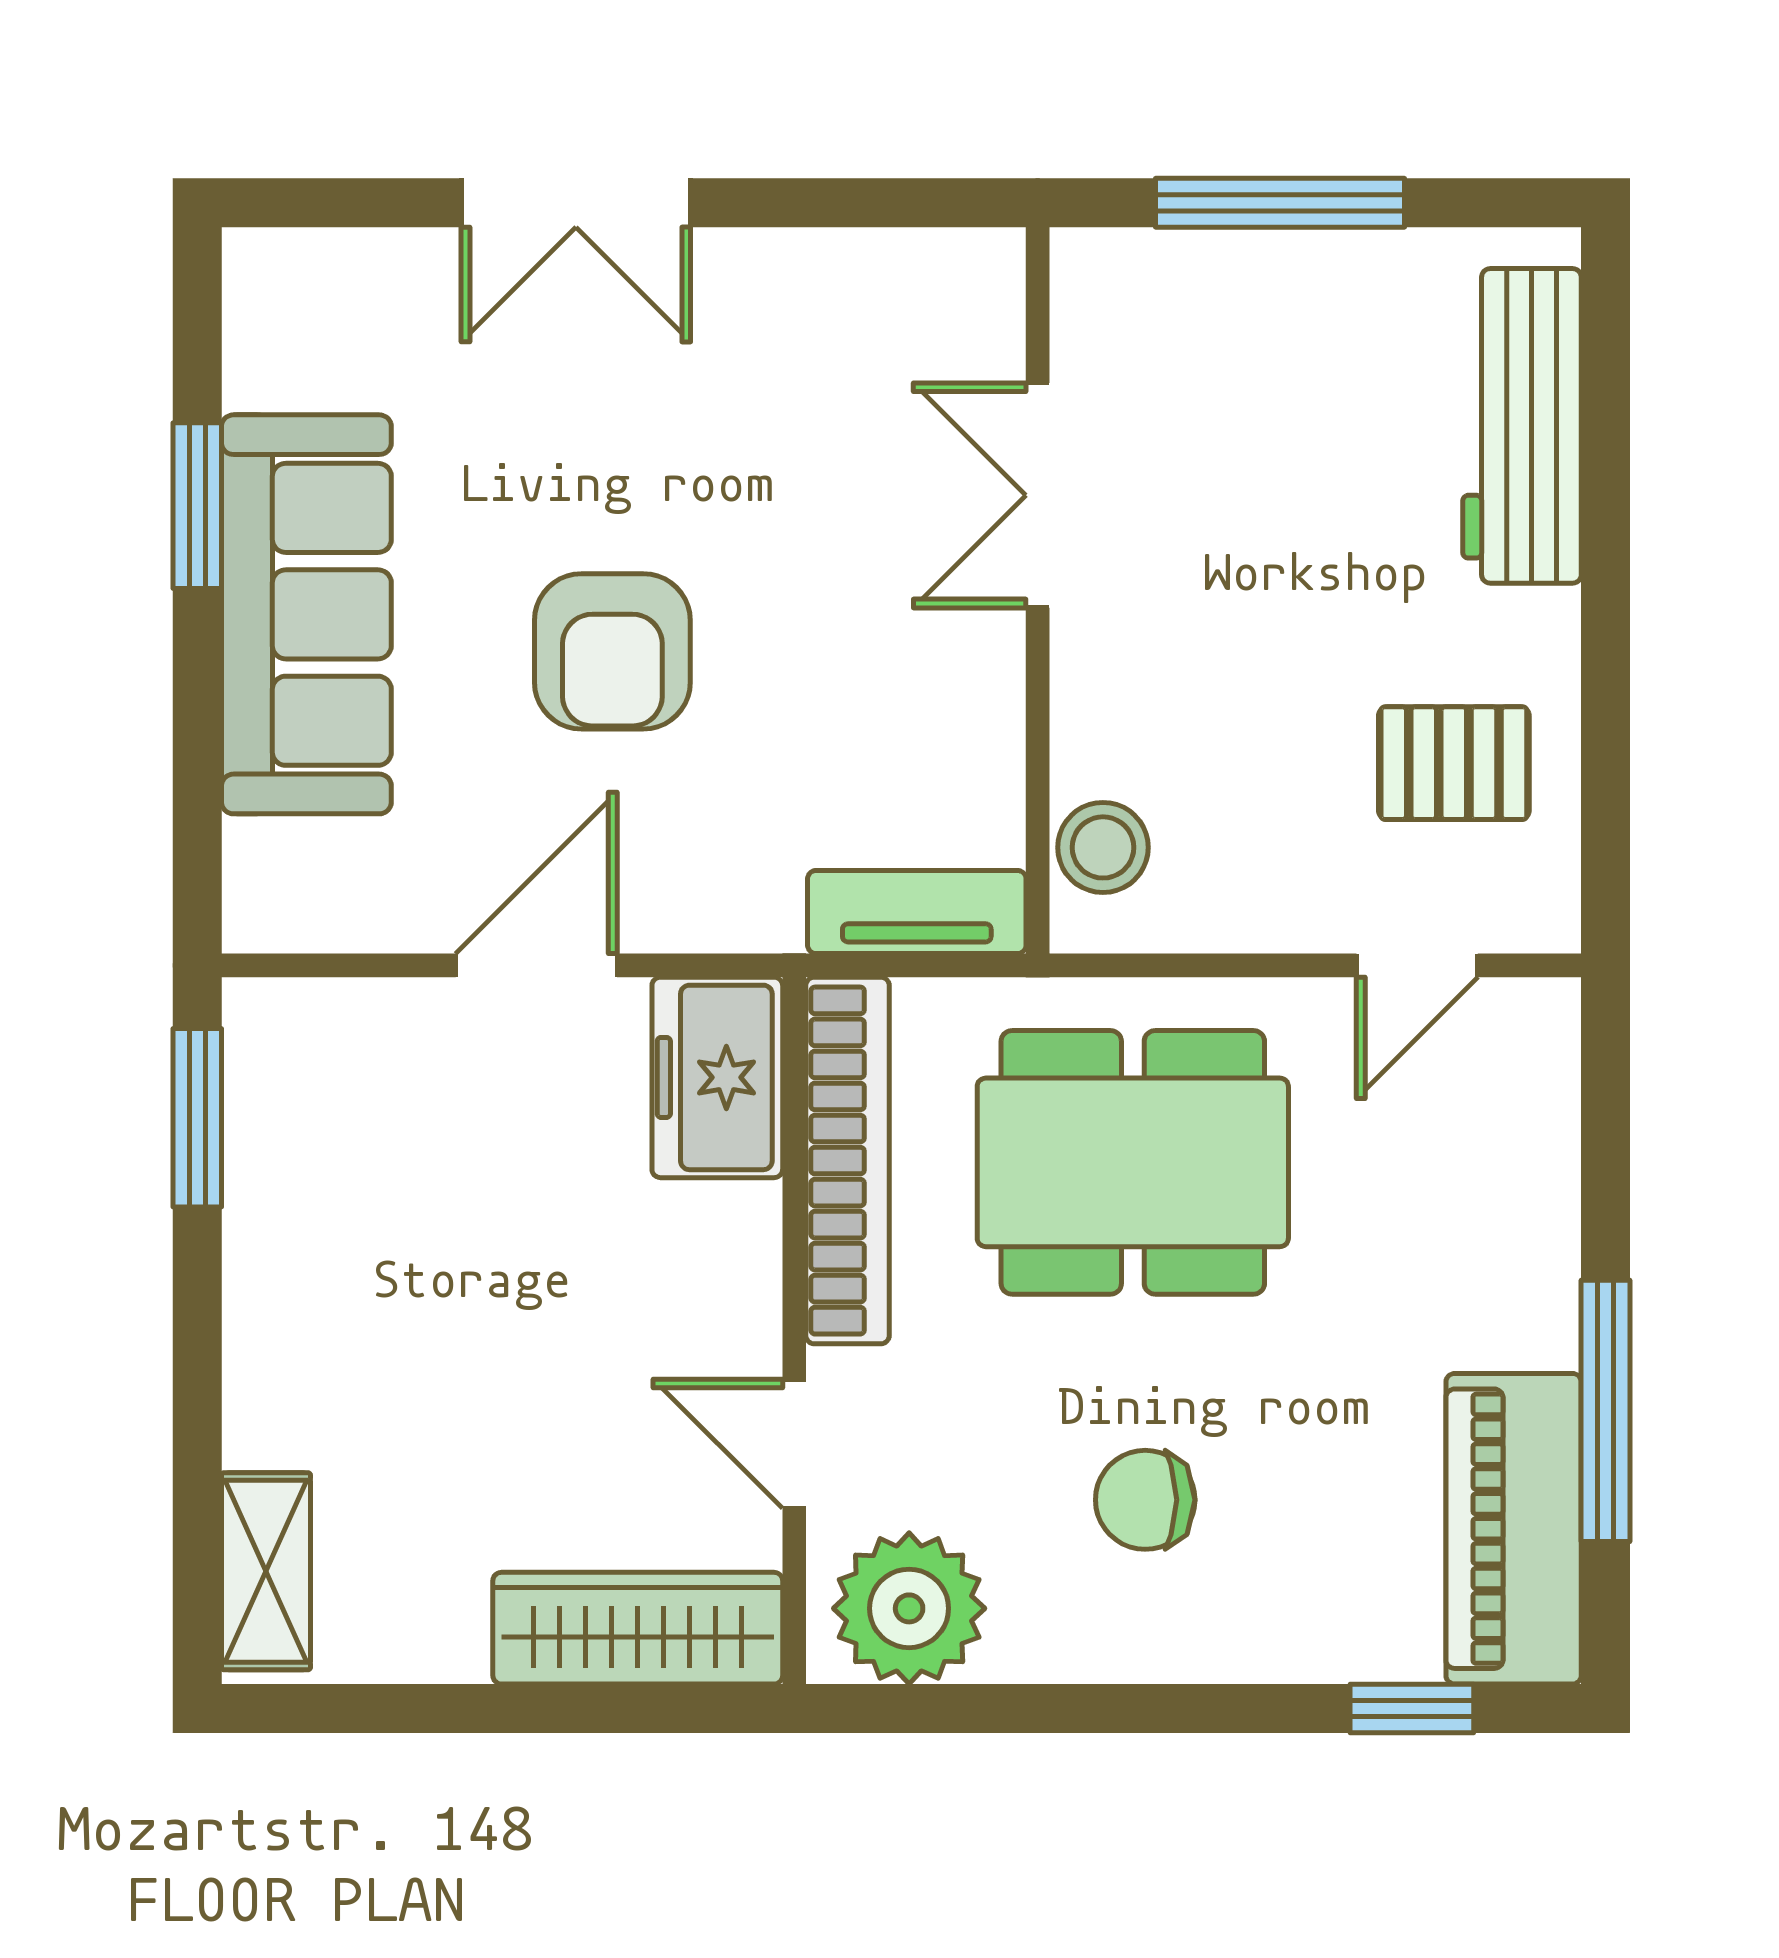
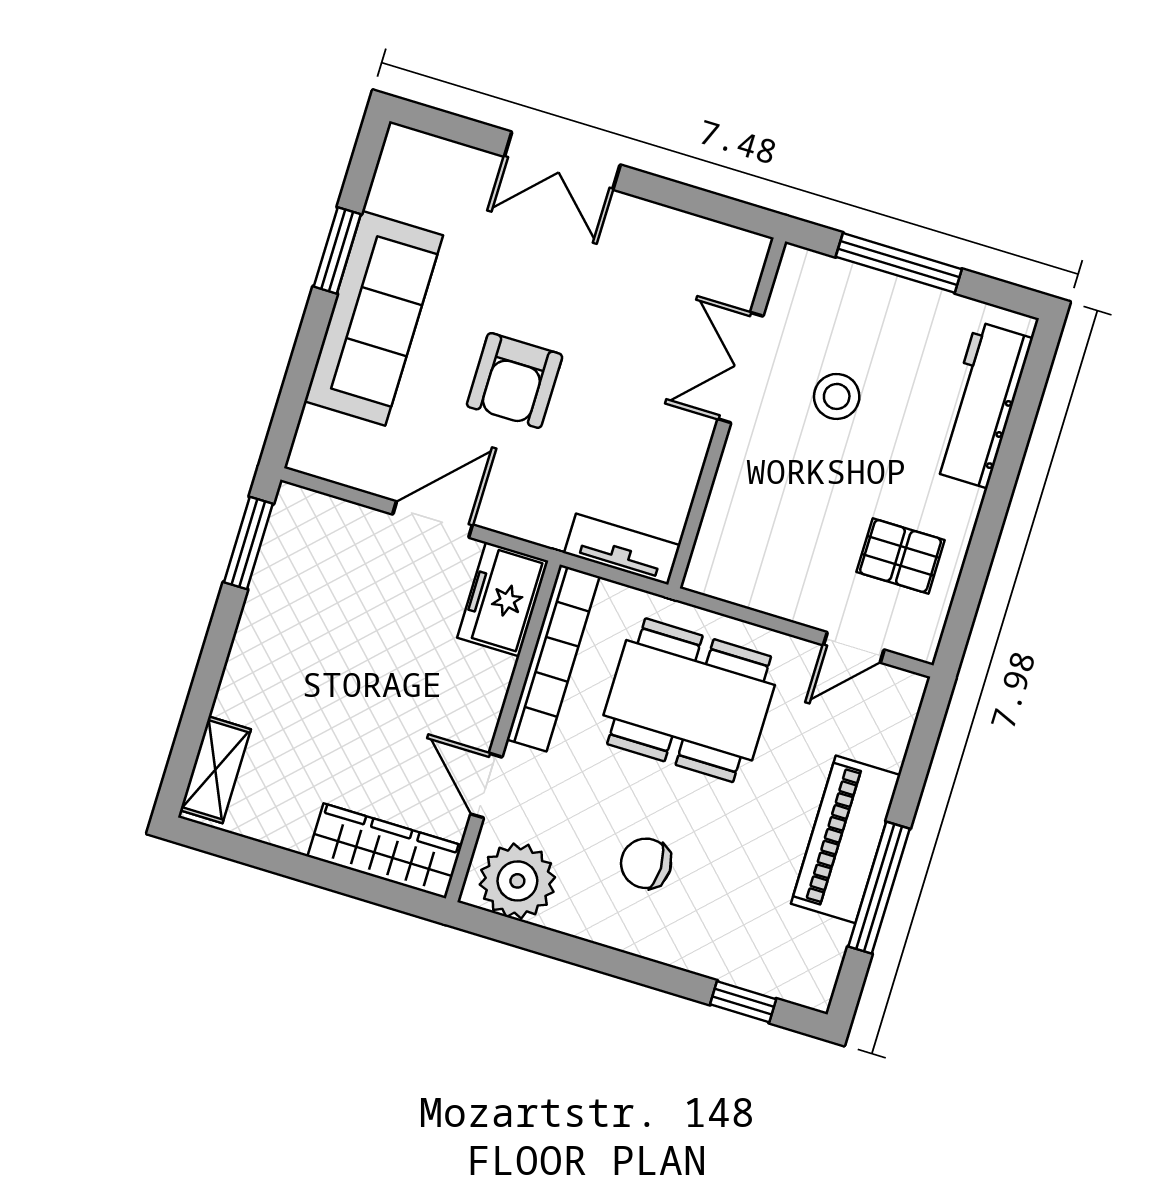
stool: (1103, 847) -> (837, 396), moved
piano: (1514, 1529) -> (846, 839), moved

